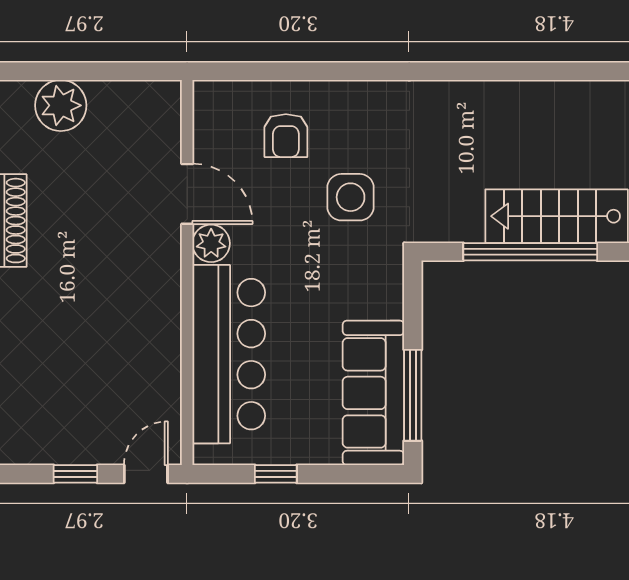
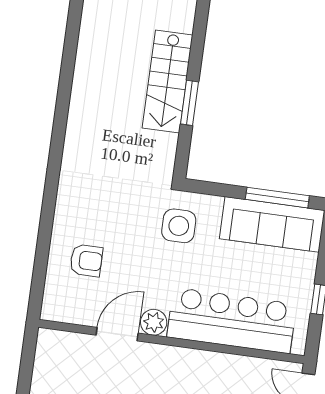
side table: (351, 197) -> (179, 226), moved
window: (530, 252) -> (189, 103), width x0.47

